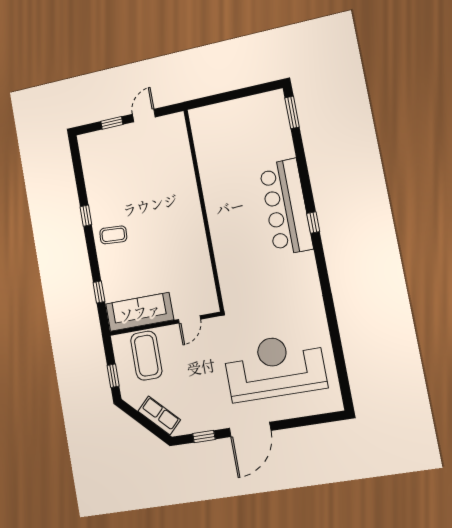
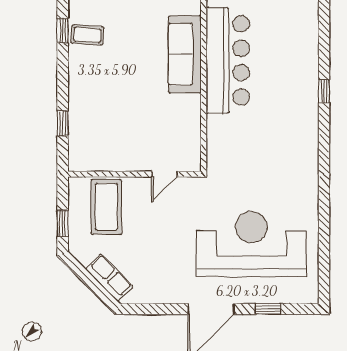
bar counter: (286, 207) -> (228, 60), moved, turned 180
coffee table: (113, 235) -> (87, 35), moved
sofa: (140, 312) -> (185, 54), moved, turned -90
window: (204, 436) -> (268, 309), moved

